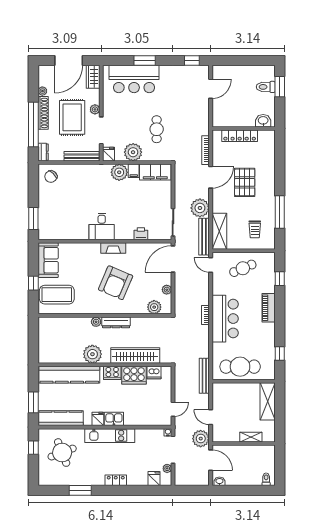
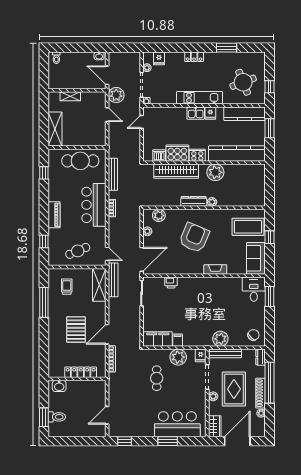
plant: (119, 172) -> (220, 339), moved
plant: (200, 208) -> (117, 306), removed
desk: (102, 226) -> (254, 289), moved
fireplace: (113, 248) -> (215, 269), moved
bench: (204, 376) -> (113, 174), moved

